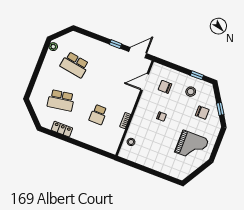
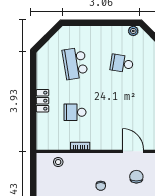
school desk: (75, 65) -> (122, 63), width x0.54
locker: (62, 129) -> (43, 101), moved

